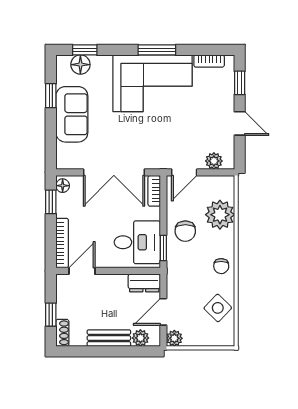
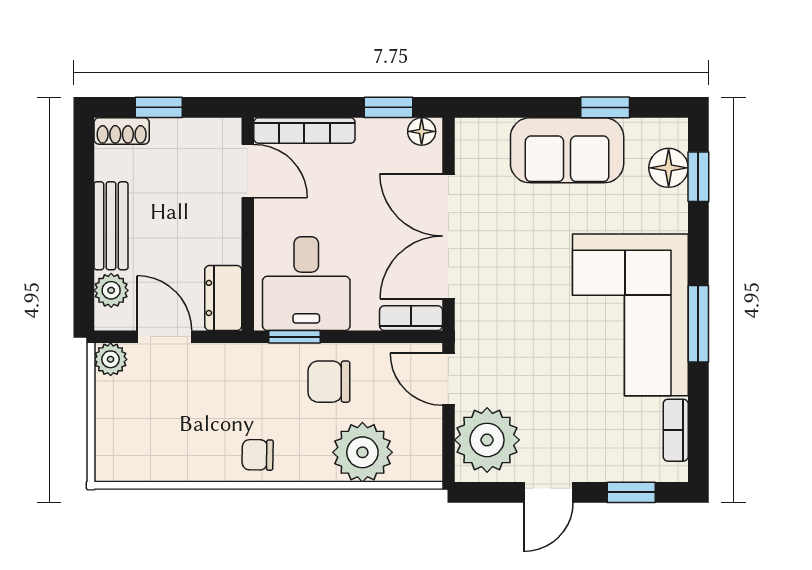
plant: (214, 161) -> (487, 440), width x1.88, depth x1.88
side table: (218, 308) -> (172, 448), removed

